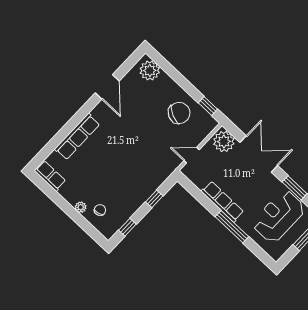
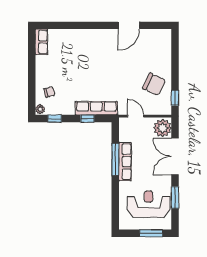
plant: (150, 71) -> (163, 42), removed
row of seats: (77, 137) -> (96, 108), moved, turned 180
double door: (259, 154) -> (175, 156), swing flipped
plant: (81, 207) -> (40, 109), moved
window: (232, 227) -> (115, 159), moved

